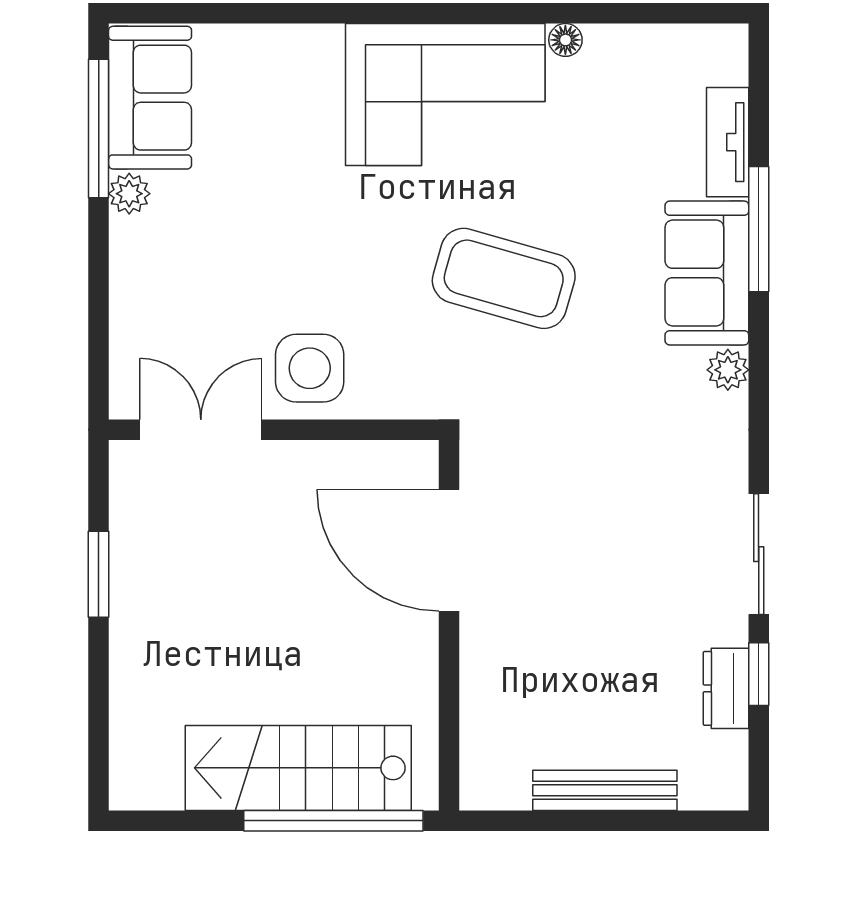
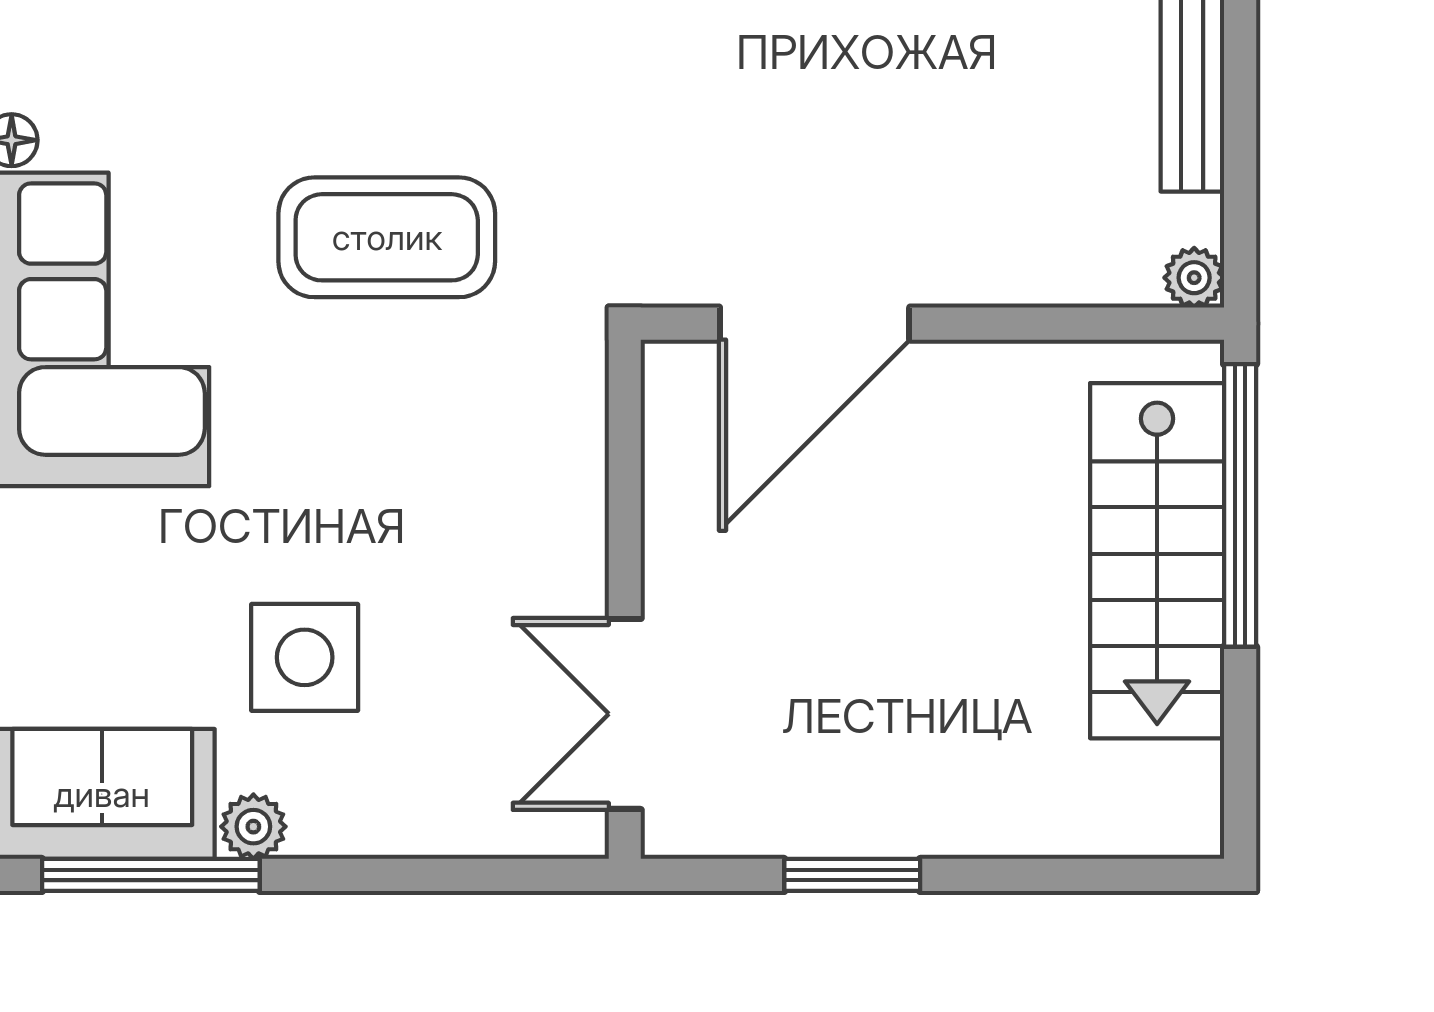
coffee table: (504, 278) -> (387, 237), turned 74
side table: (310, 368) -> (305, 657), moved
plant: (478, 792) -> (1194, 278), added

